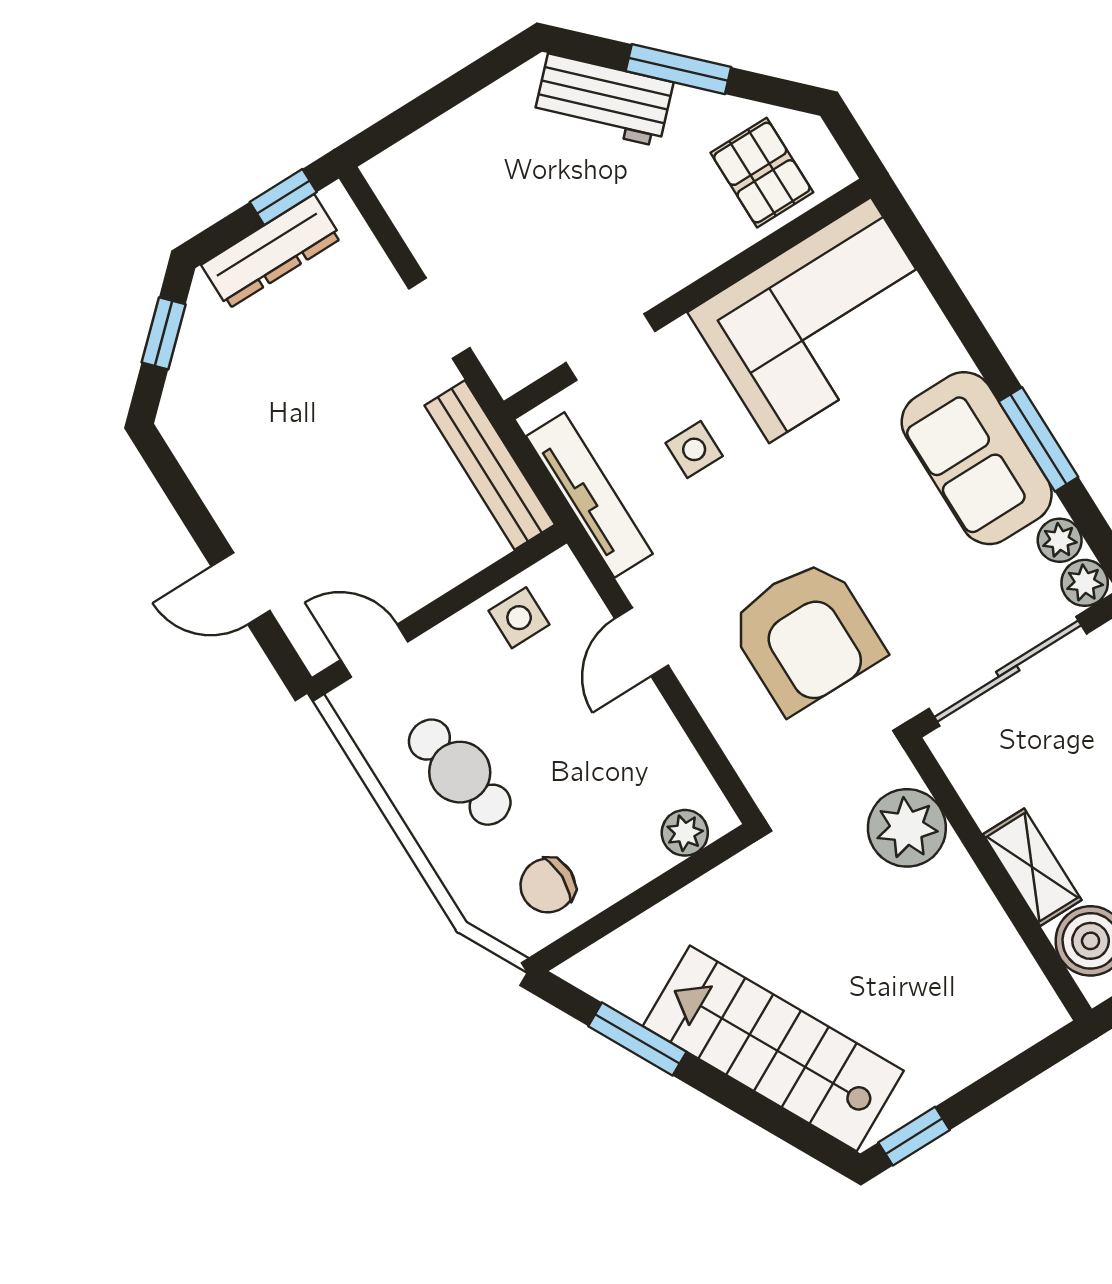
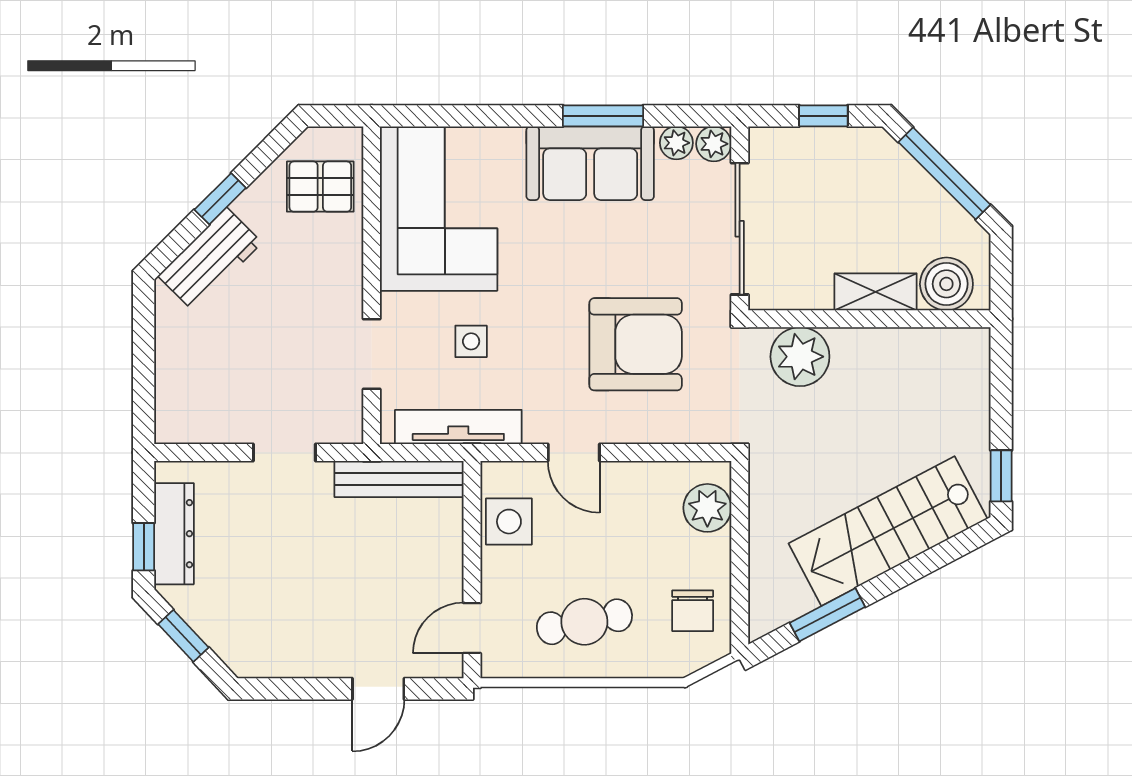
window: (678, 69) -> (220, 199), width x0.67
window: (283, 197) -> (144, 547), moved
side table: (519, 618) -> (509, 522), width x1.37, depth x1.37
plant: (685, 833) -> (707, 508), width x1.38, depth x1.38

